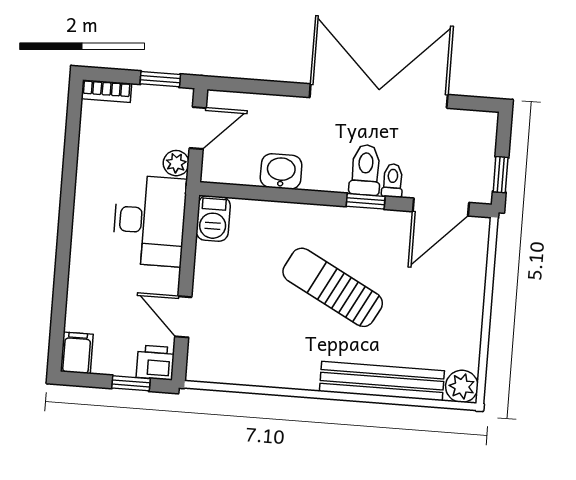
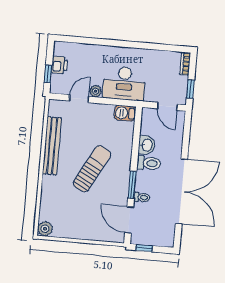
plant: (176, 163) -> (96, 91), moved
toilet: (365, 170) -> (149, 163), moved
window: (366, 201) -> (132, 185), width x1.50
filing cabinet: (77, 353) -> (63, 49), removed
printer: (155, 362) -> (60, 65), moved
bench: (382, 381) -> (52, 146), moved

